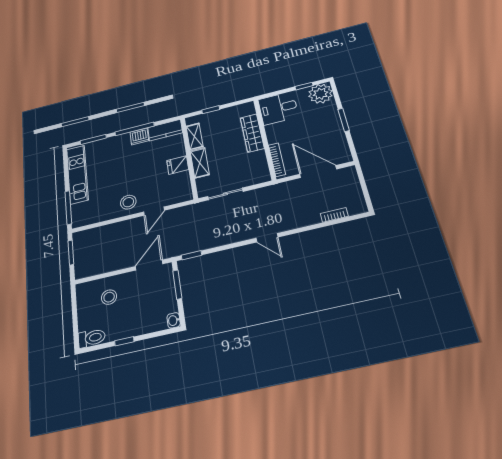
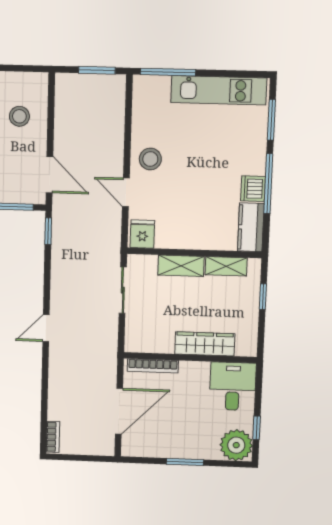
fridge: (178, 165) -> (142, 234), moved
bookcase: (334, 215) -> (53, 437), moved

